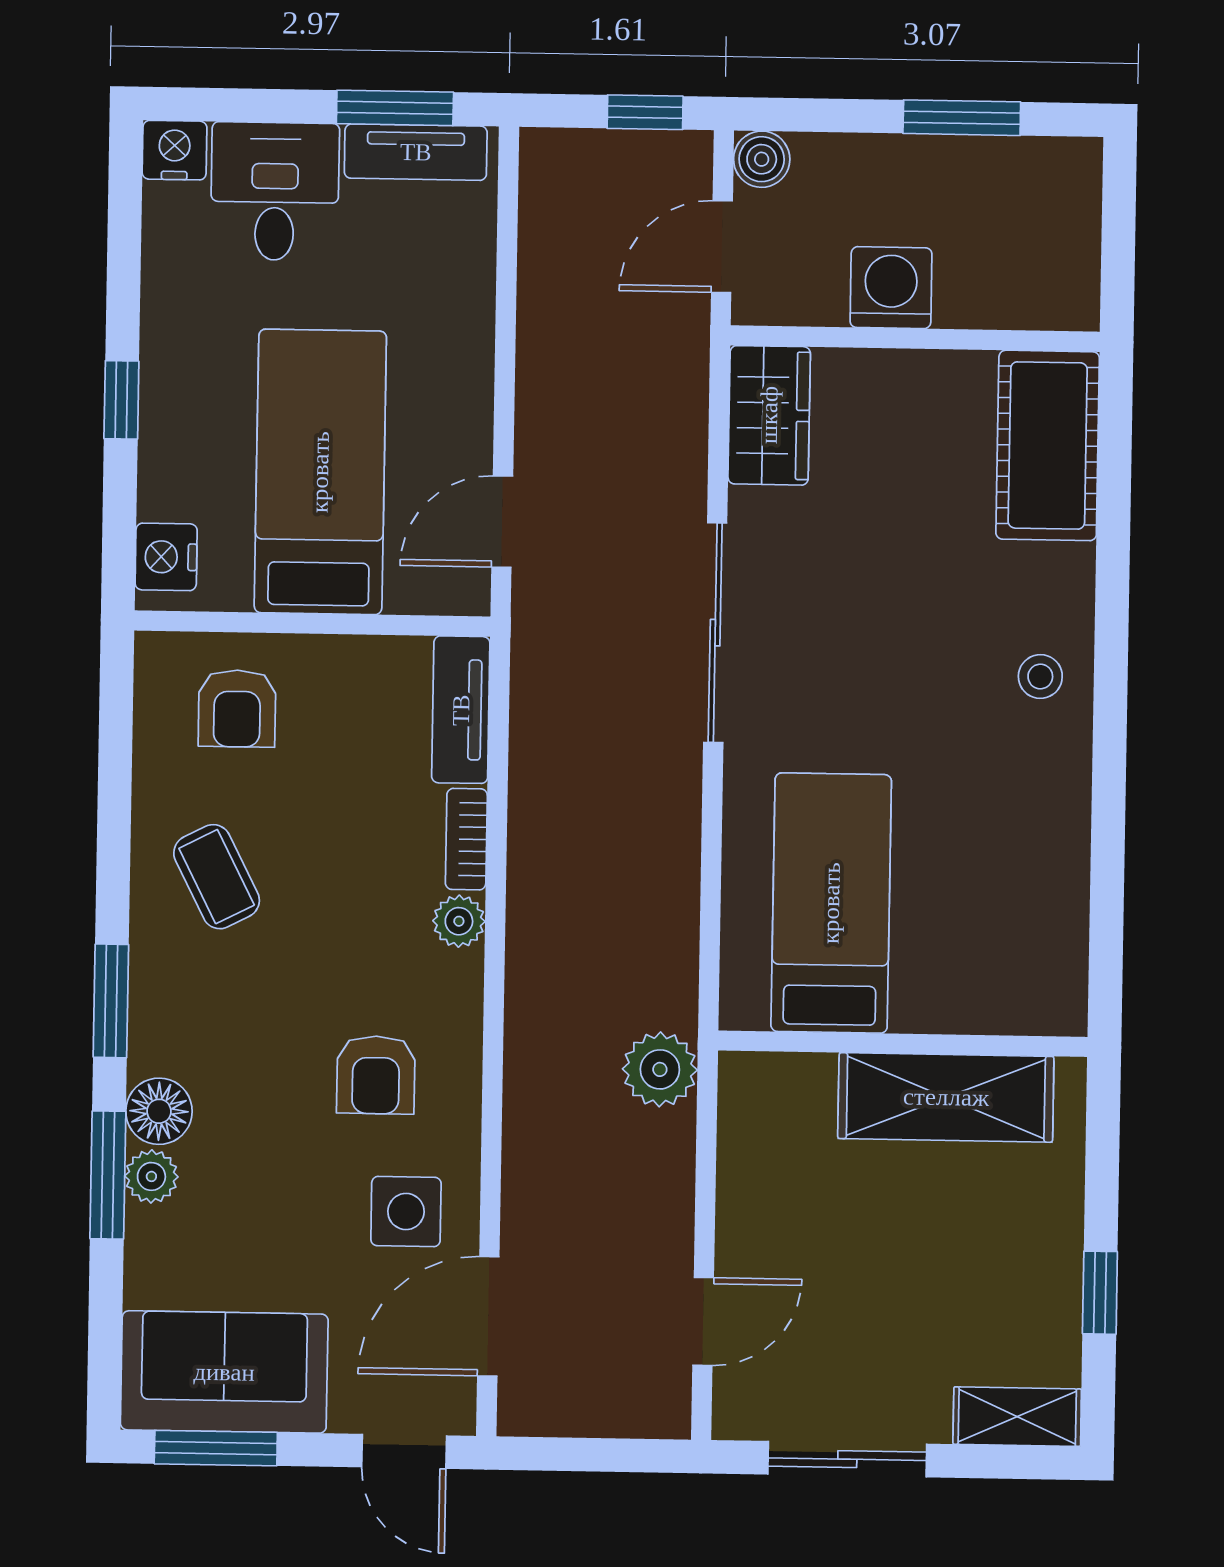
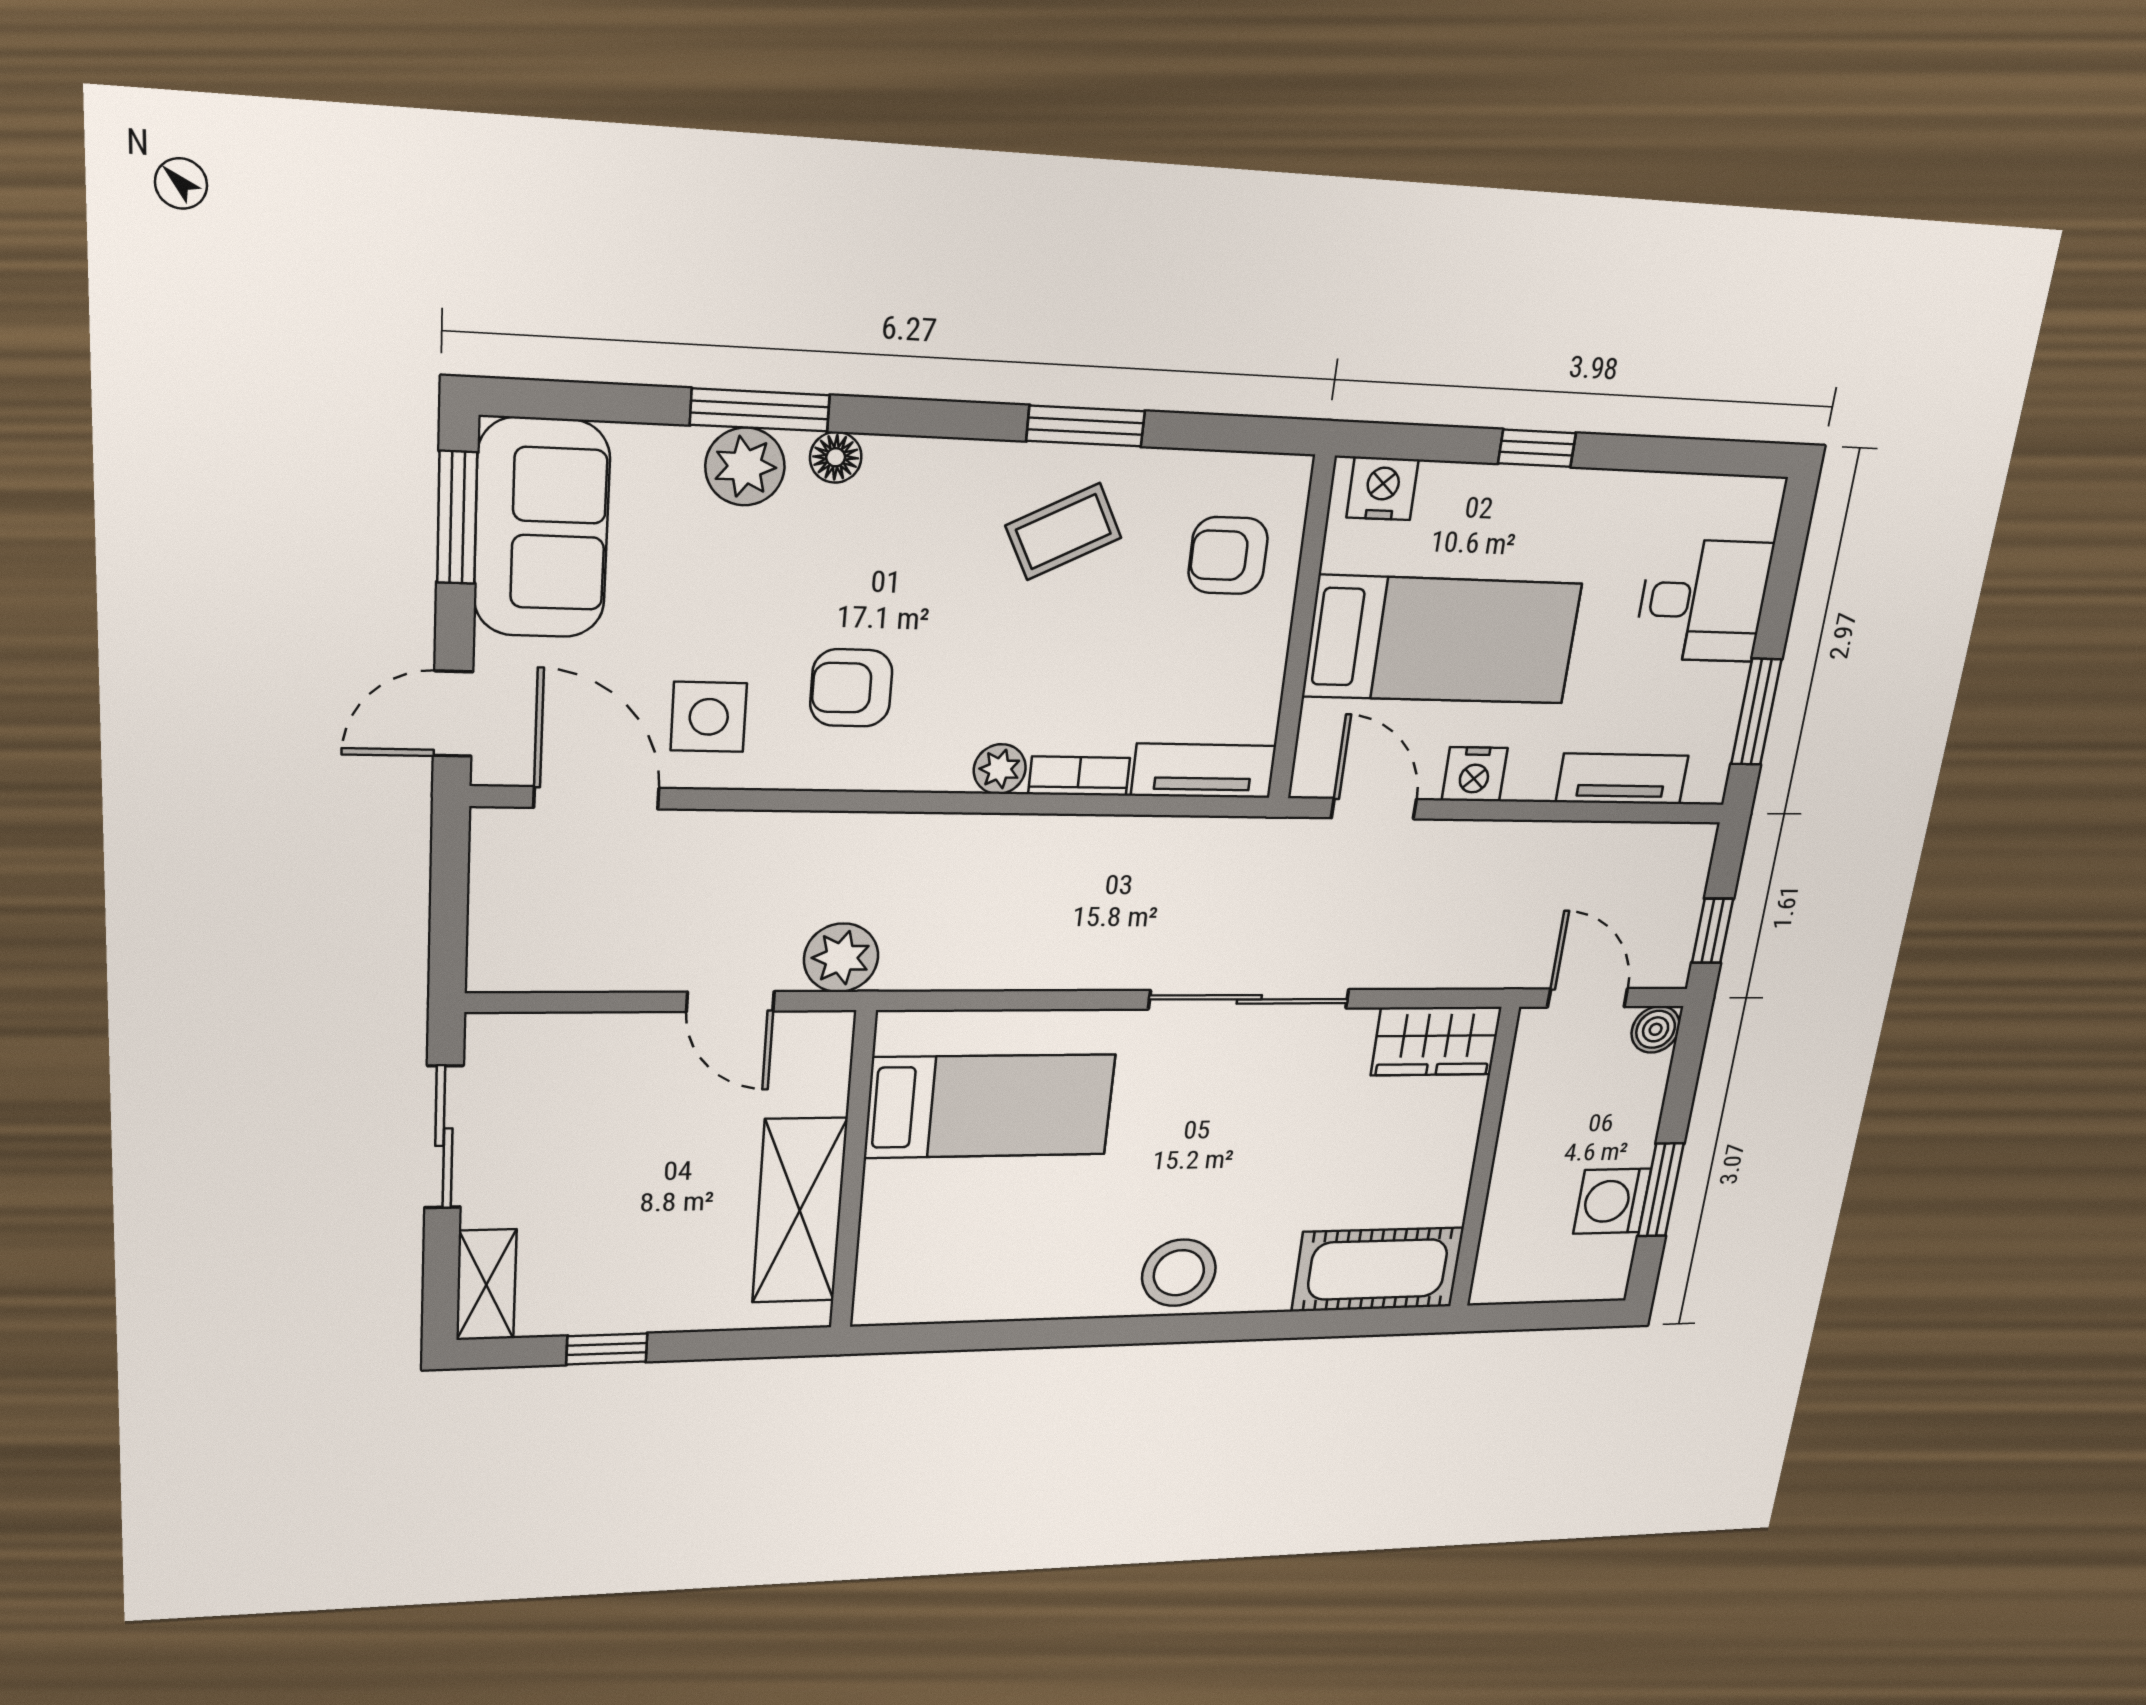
nightstand: (175, 150) -> (1475, 774), moved, turned 90
tv unit: (416, 152) -> (1622, 779), moved, turned 90
washing machine: (891, 288) -> (1612, 1201), moved, turned 180
stool: (1040, 677) -> (1179, 1273), width x1.89, depth x1.89
window: (111, 1001) -> (1086, 426), moved
floor lamp: (159, 1111) -> (836, 457), width x0.73, depth x0.73
plant: (151, 1176) -> (745, 467), width x1.38, depth x1.38
door: (703, 1321) -> (730, 1002), moved

